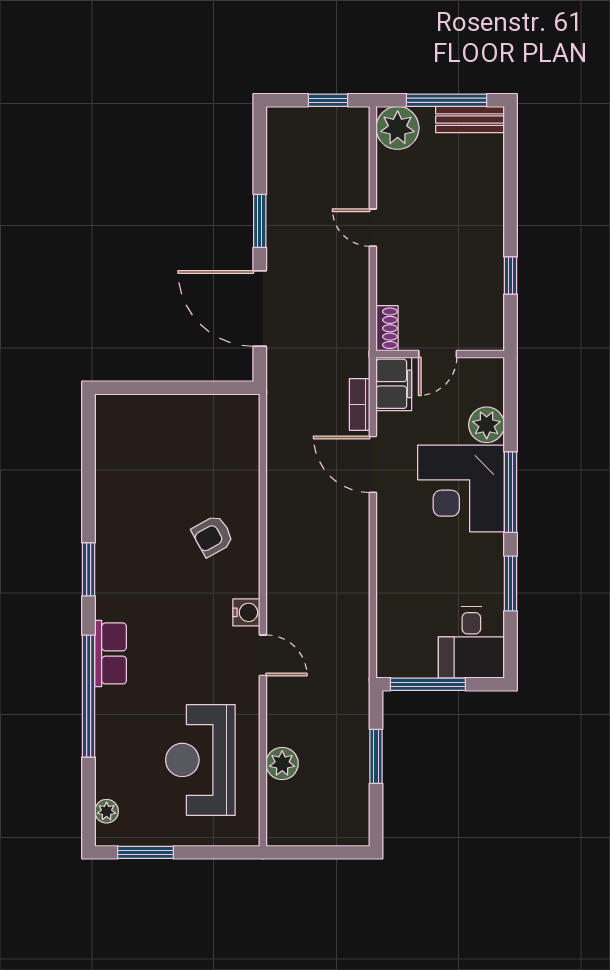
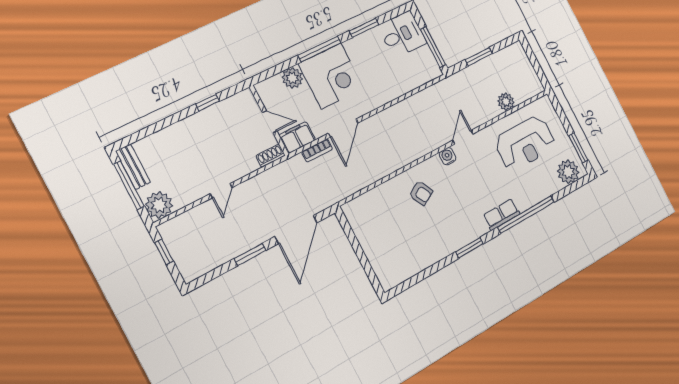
plant: (107, 811) -> (568, 172), width x1.88, depth x1.88

